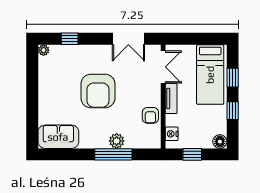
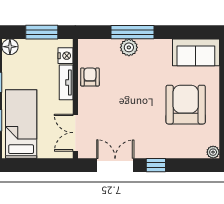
window: (70, 39) -> (156, 165), moved
armchair: (98, 91) -> (186, 105), moved
tv unit: (171, 99) -> (66, 82), moved
window: (192, 154) -> (42, 32), width x1.50

